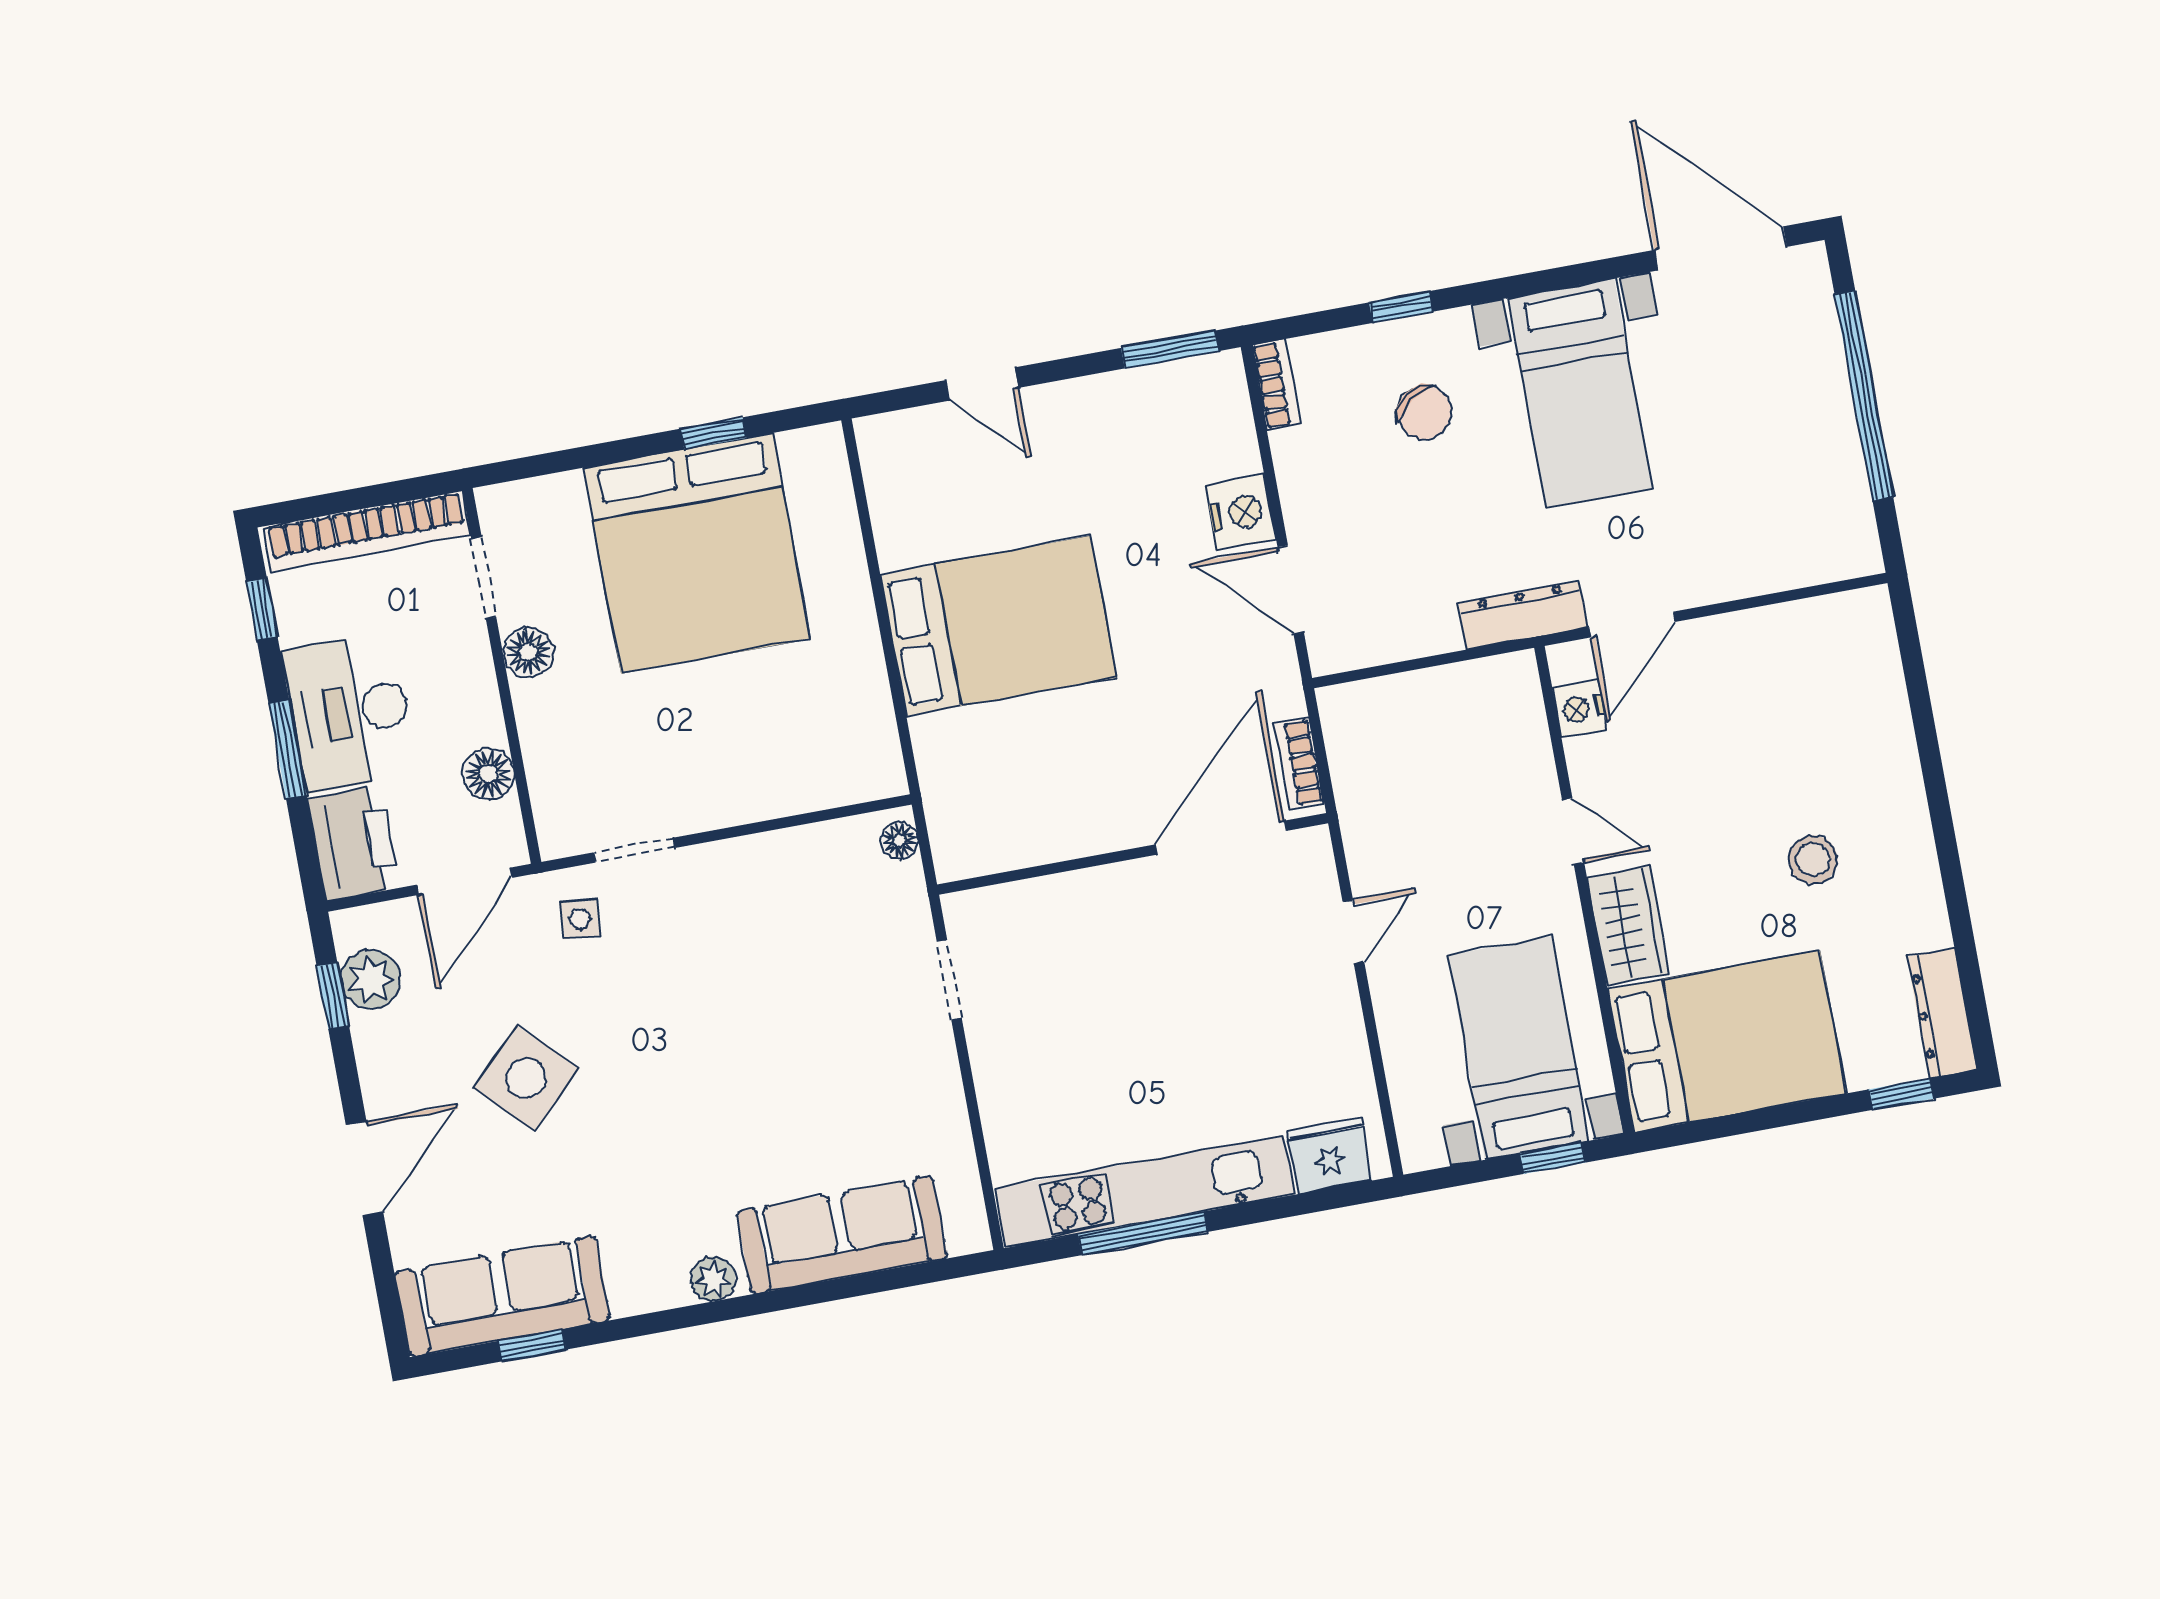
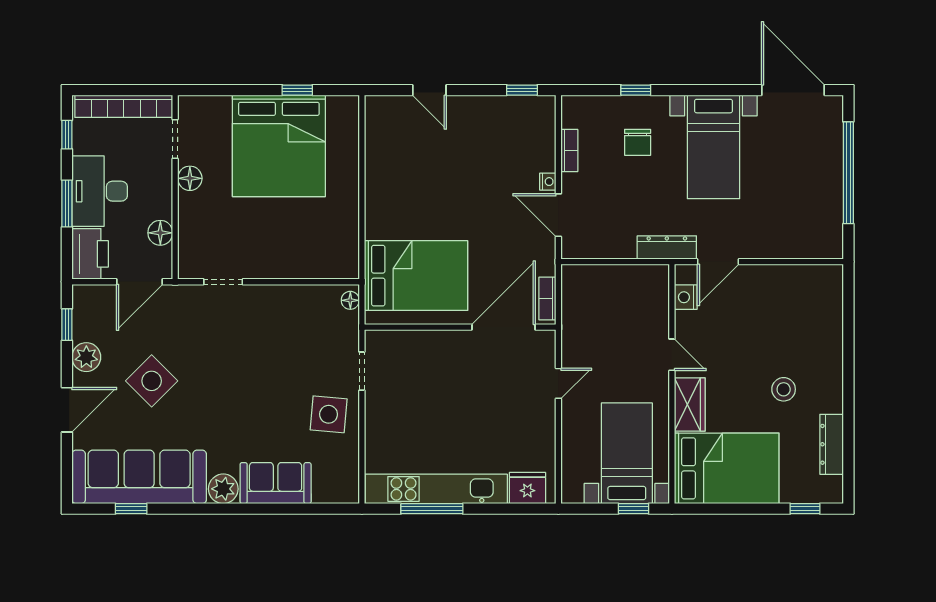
window: (1170, 349) -> (522, 90), width x0.67
bookcase: (1276, 385) -> (569, 150), moved
chair: (1424, 412) -> (638, 142), turned 35
nightstand: (1241, 512) -> (548, 182), width x0.53, depth x0.56
bed: (998, 626) -> (416, 276), moved
side table: (580, 919) -> (329, 414), moved, width x1.87, depth x1.87
plant: (371, 979) -> (86, 357), moved
dresser: (1942, 1013) -> (832, 444), moved
sofa: (842, 1235) -> (276, 483), width x0.73
plant: (713, 1279) -> (223, 489), width x1.38, depth x1.38
sofa: (502, 1296) -> (139, 477), width x1.36, depth x1.27

